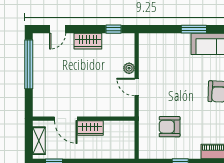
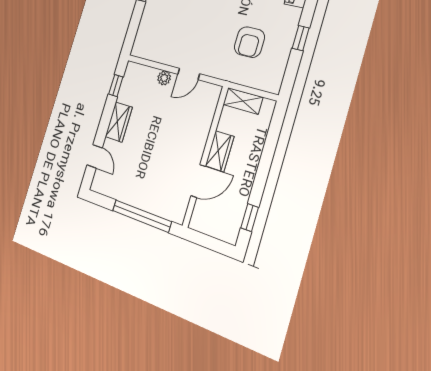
window: (29, 64) -> (142, 216), moved
shelving: (39, 141) -> (243, 101), moved

